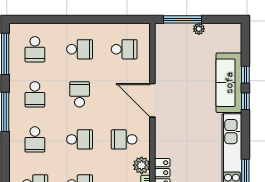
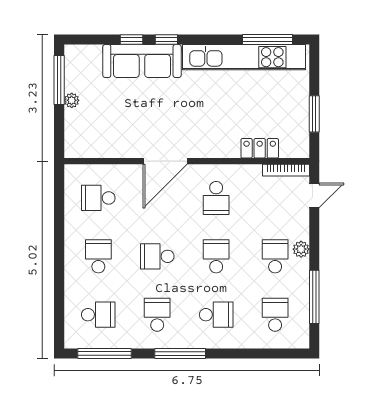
window: (183, 19) -> (59, 80), moved
school desk: (124, 49) -> (98, 198), turned -90
school desk: (35, 94) -> (157, 315), turned -90
plant: (142, 165) -> (250, 175), removed

